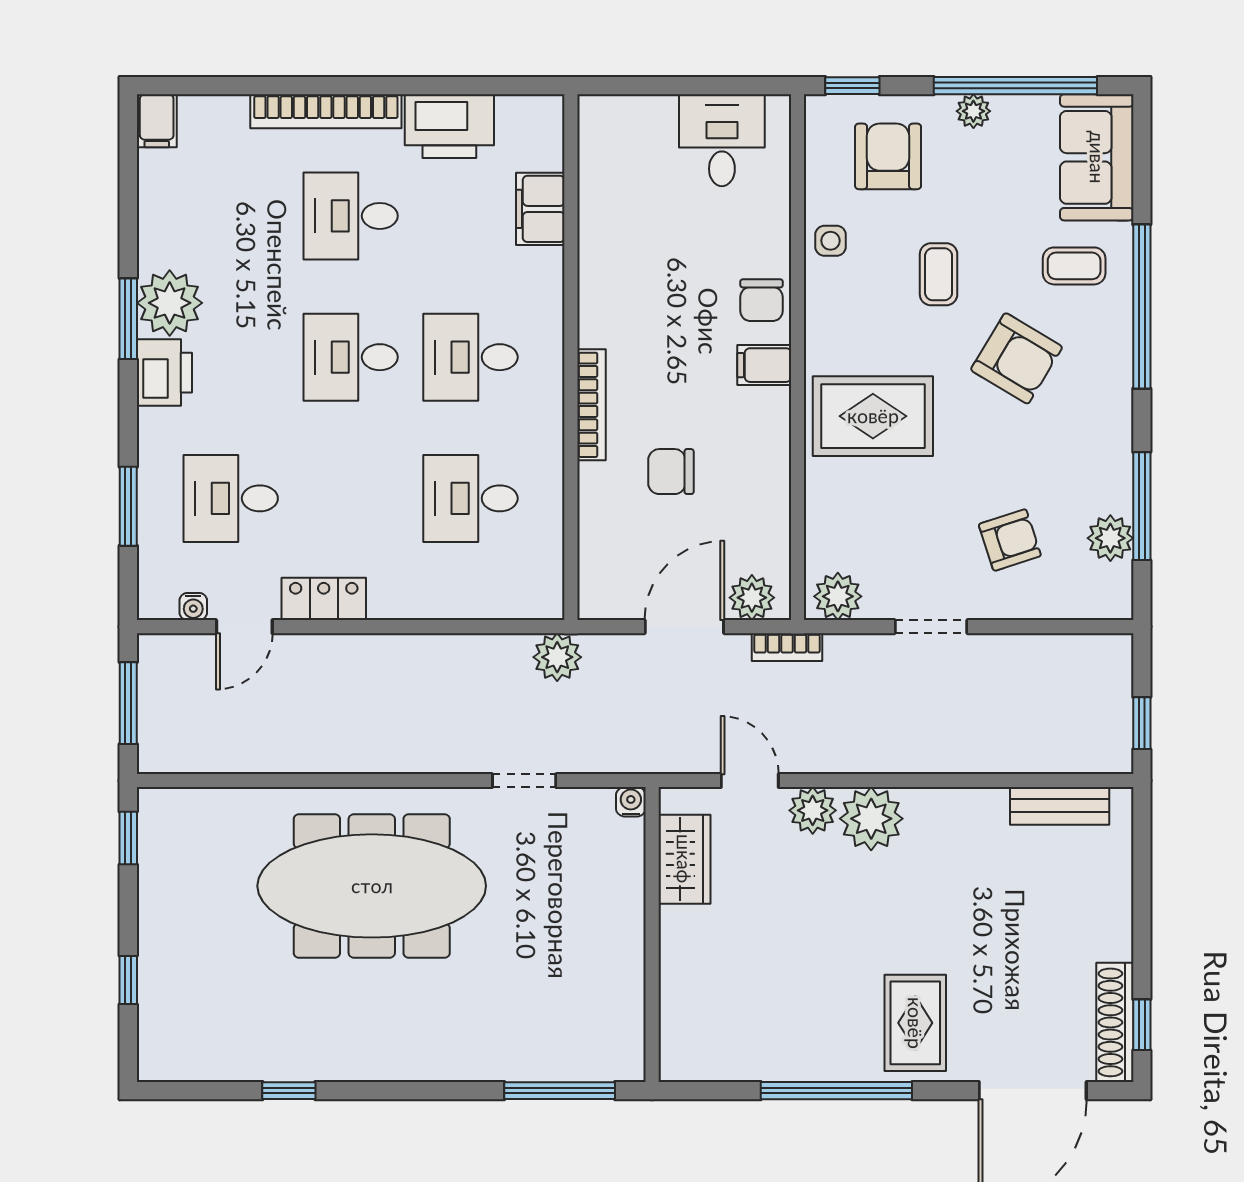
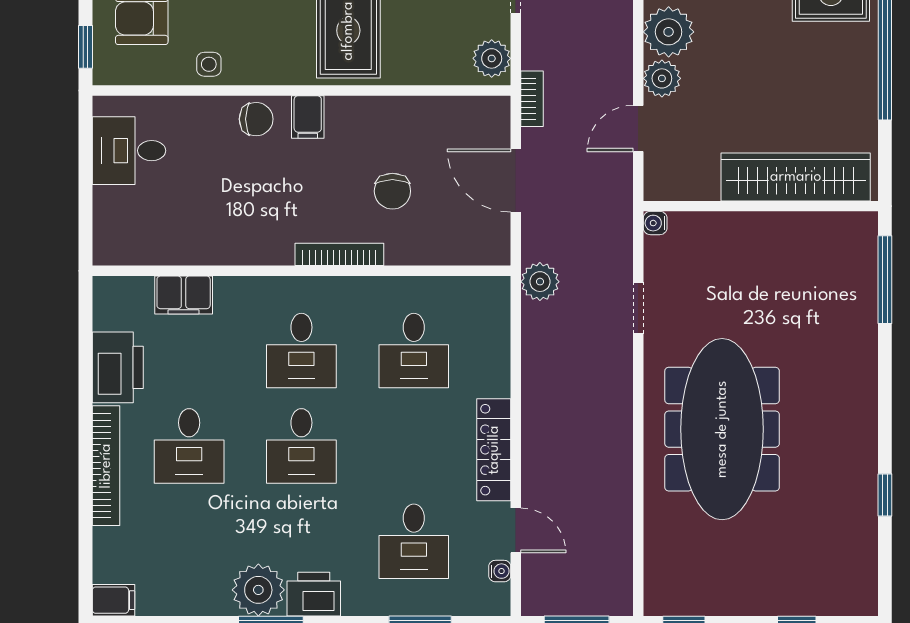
plant: (752, 598) -> (493, 127), removed
locker: (324, 599) -> (494, 450), width x1.53
wardrobe: (684, 859) -> (796, 177), moved, width x2.10, depth x1.17

